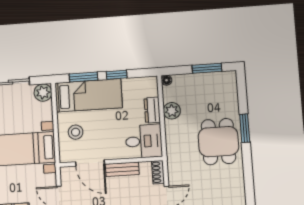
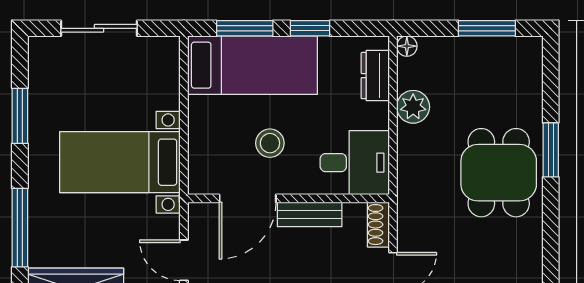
plant: (43, 93) -> (163, 53), removed
dresser: (152, 110) -> (375, 76), moved
stool: (76, 132) -> (270, 143), moved
door: (90, 163) -> (248, 198), hinge flipped

